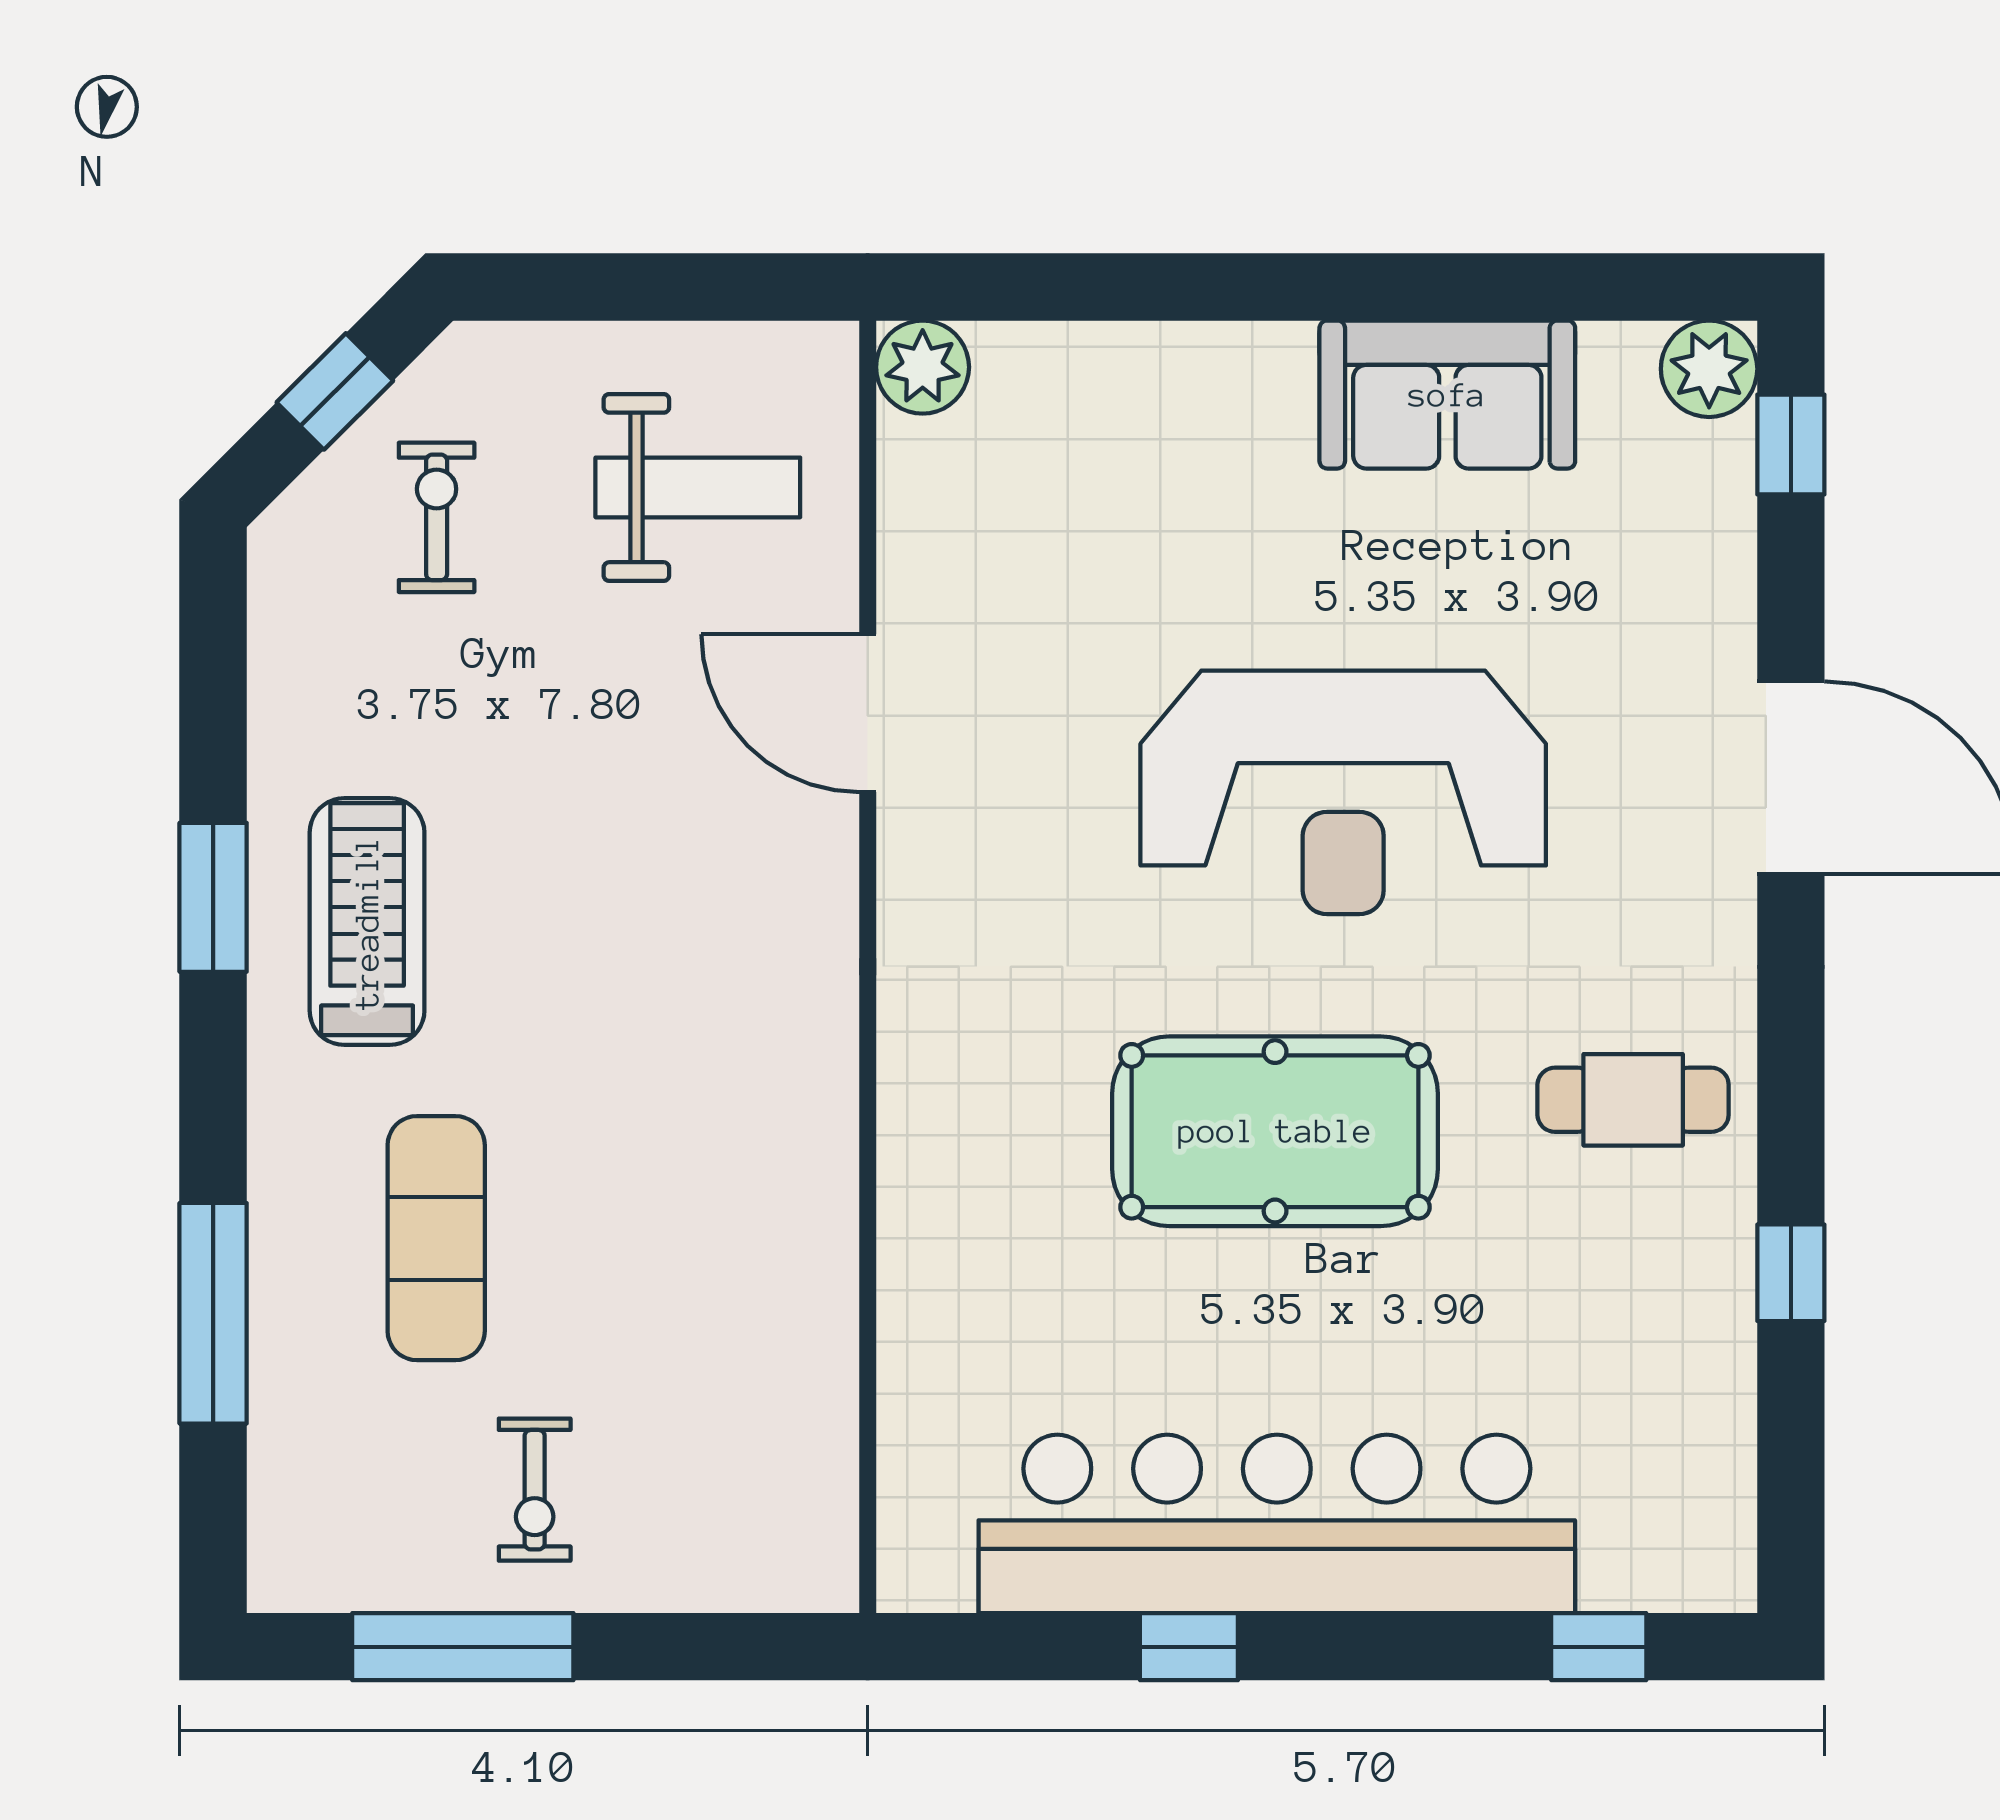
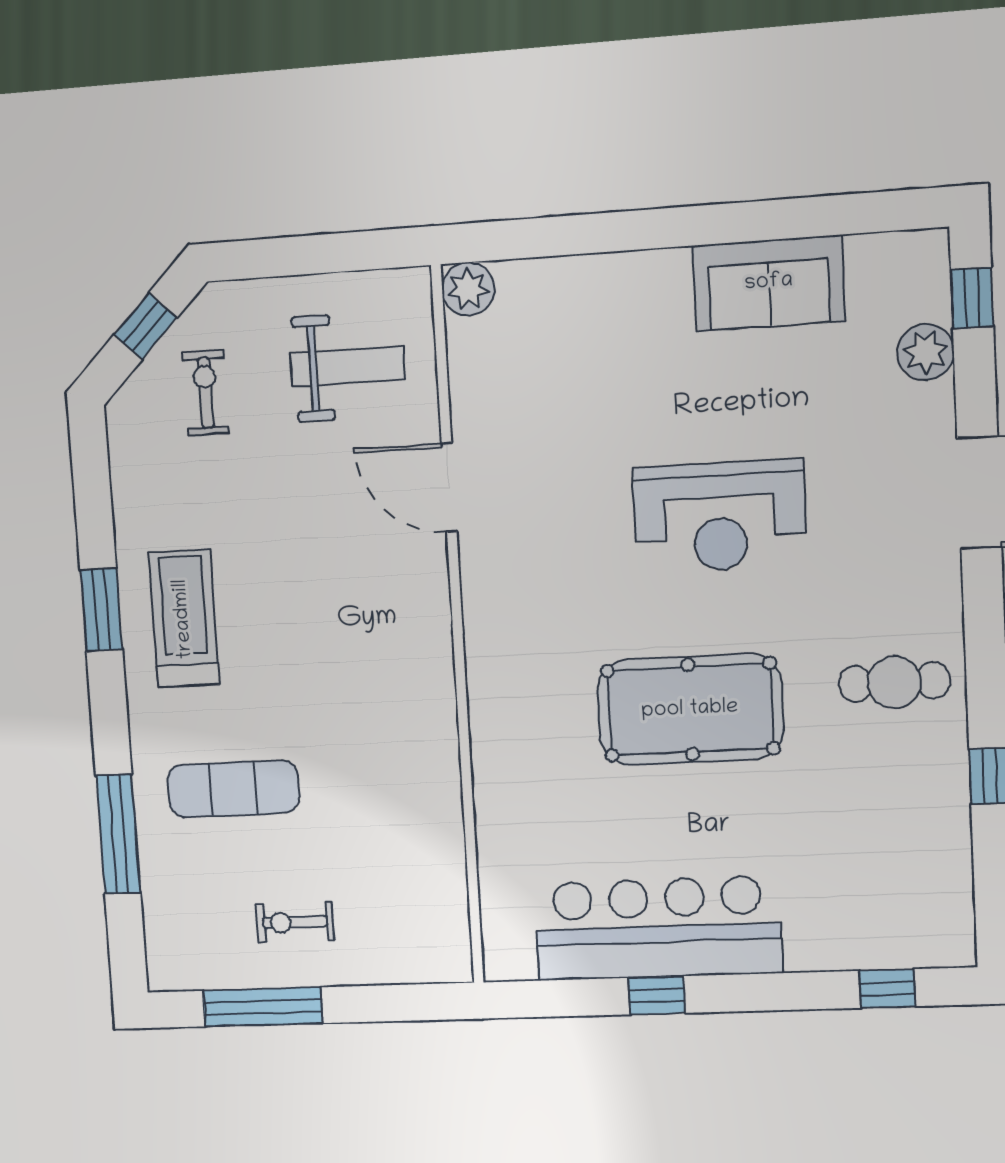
plant: (1709, 369) -> (926, 352), moved
reception desk: (1343, 792) -> (720, 516), width x0.74, depth x0.77
exercise mat: (436, 1238) -> (233, 789), turned 90
exercise bike: (535, 1490) -> (295, 922), turned 90
bar counter: (1277, 1524) -> (658, 928), width x0.73

